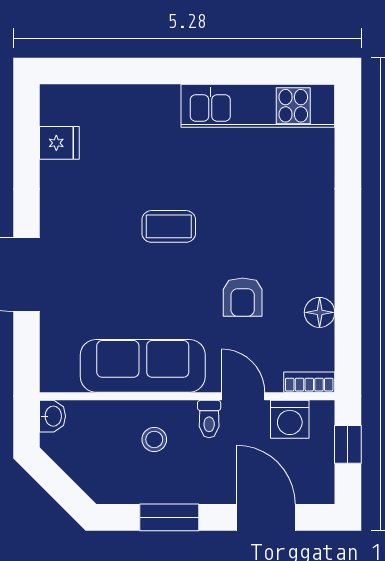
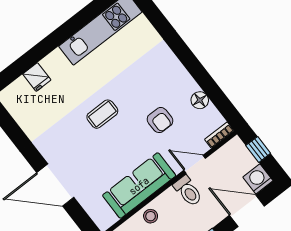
fridge: (59, 143) -> (37, 77), moved, turned 90
toilet: (209, 419) -> (188, 191), width x1.37, depth x1.39
washing machine: (290, 419) -> (258, 179), moved, turned 180
stool: (154, 439) -> (151, 216), moved

